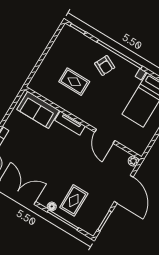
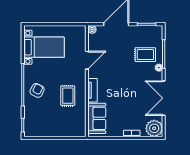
rug: (74, 82) -> (68, 96), moved

